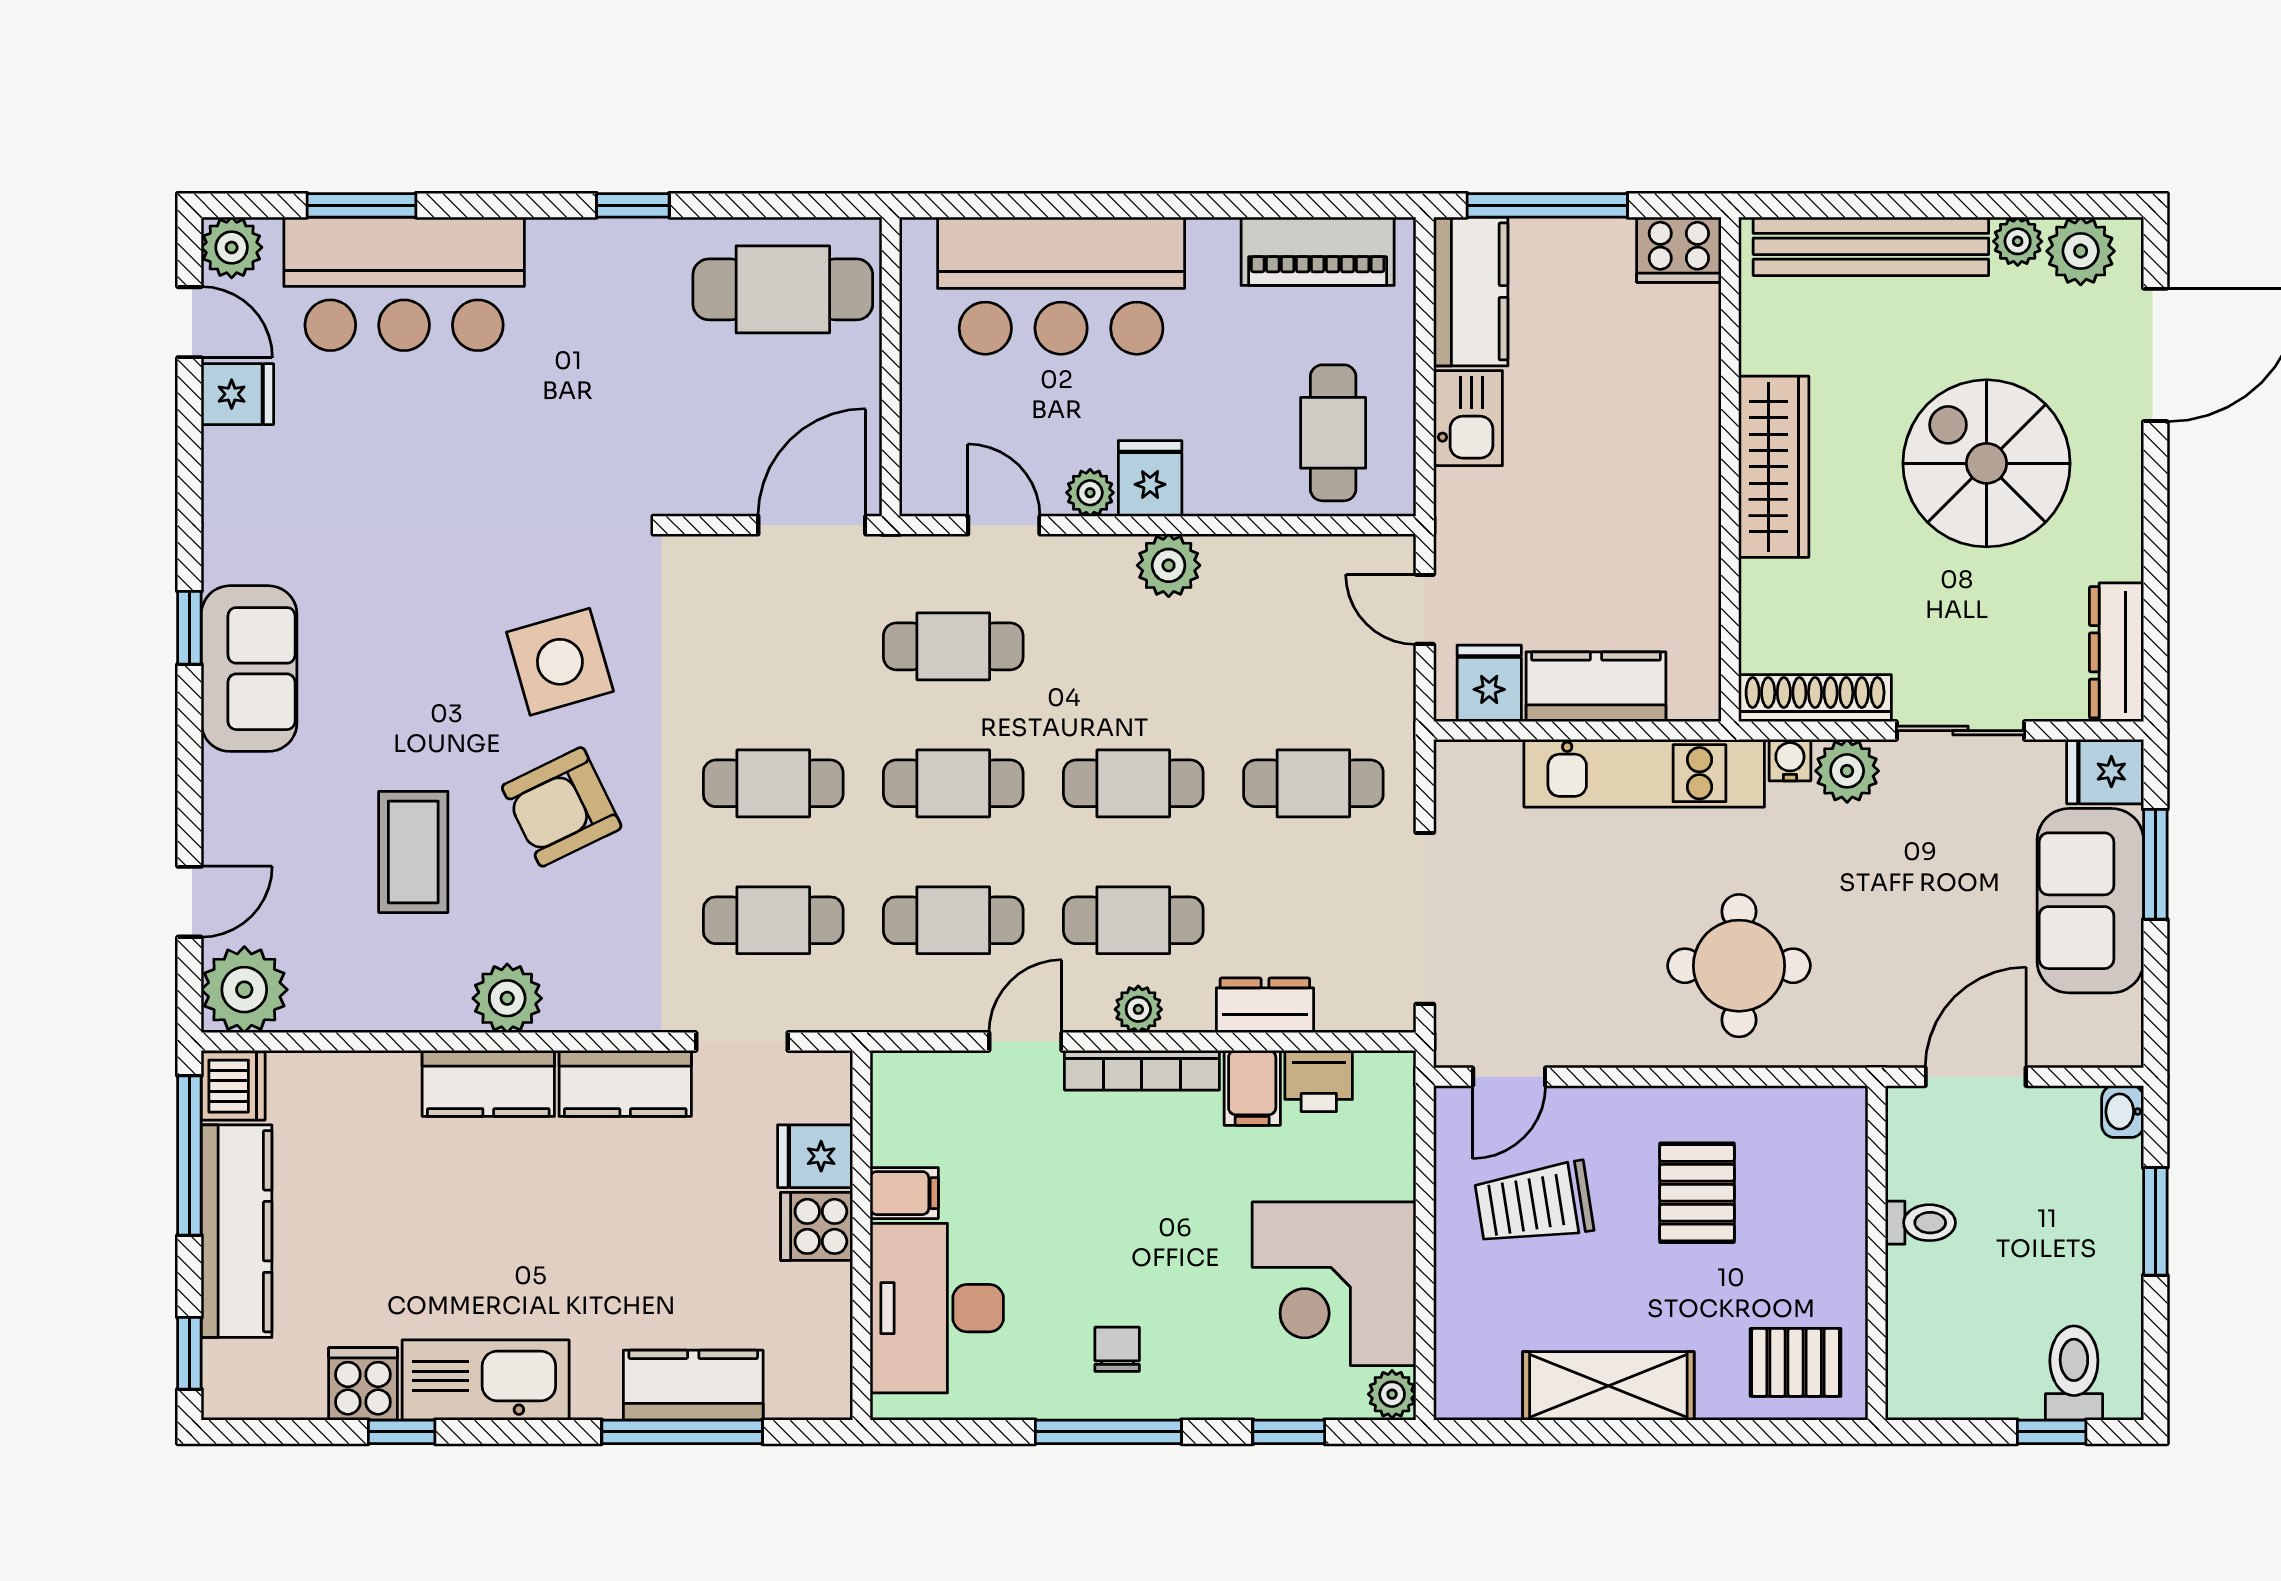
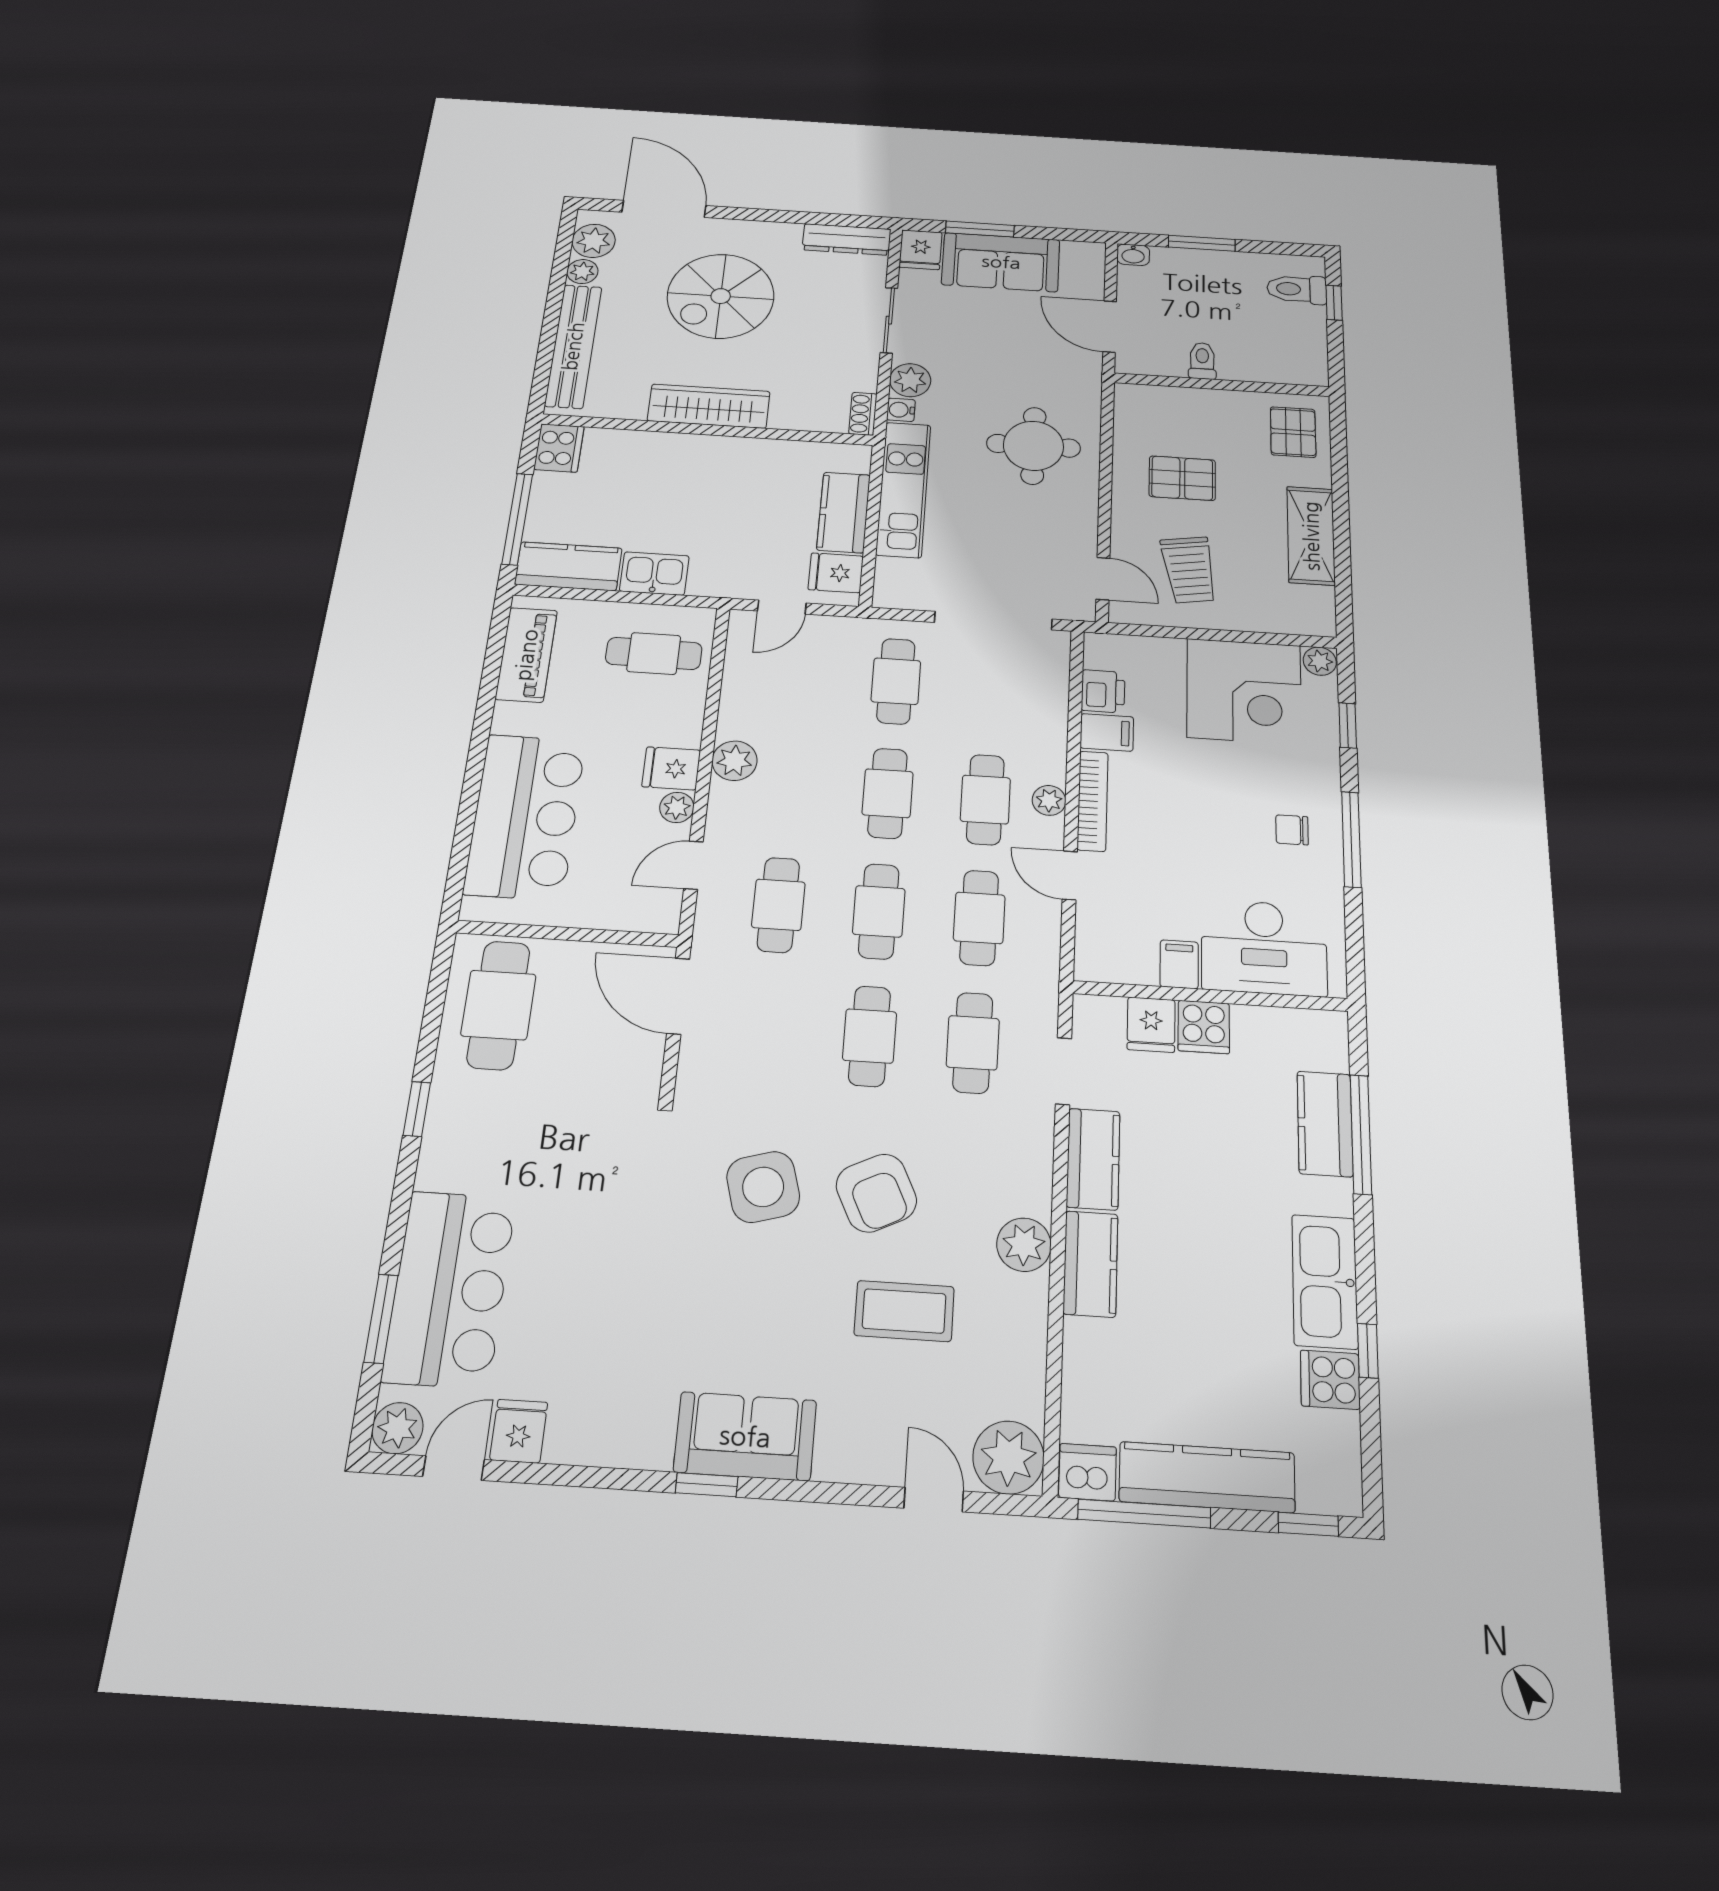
shoe rack: (1815, 698) -> (863, 414), width x0.51, depth x0.81
dresser: (1265, 1005) -> (1049, 721), removed

